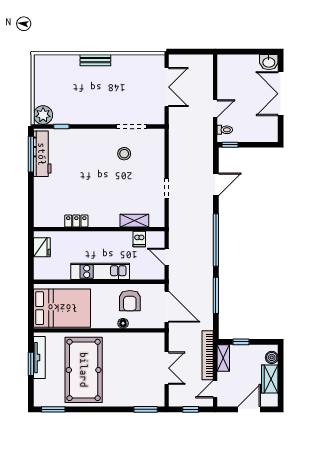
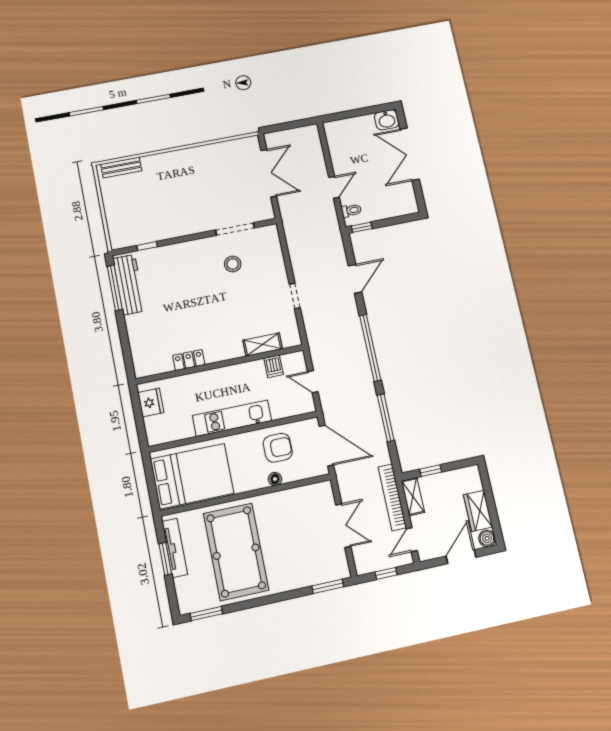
bench: (95, 60) -> (121, 168), moved
plant: (43, 115) -> (121, 237), removed
armchair: (130, 301) -> (278, 448), turned -90
boiler: (272, 357) -> (487, 538), moved

